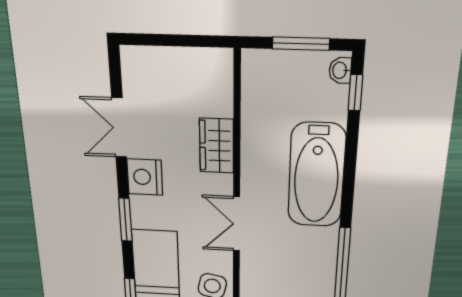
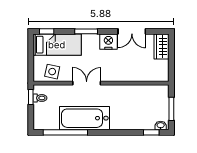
double door: (119, 128) -> (132, 31), swing flipped
wardrobe: (217, 146) -> (162, 46), moved, turned -90
bathtub: (316, 175) -> (85, 118), moved

